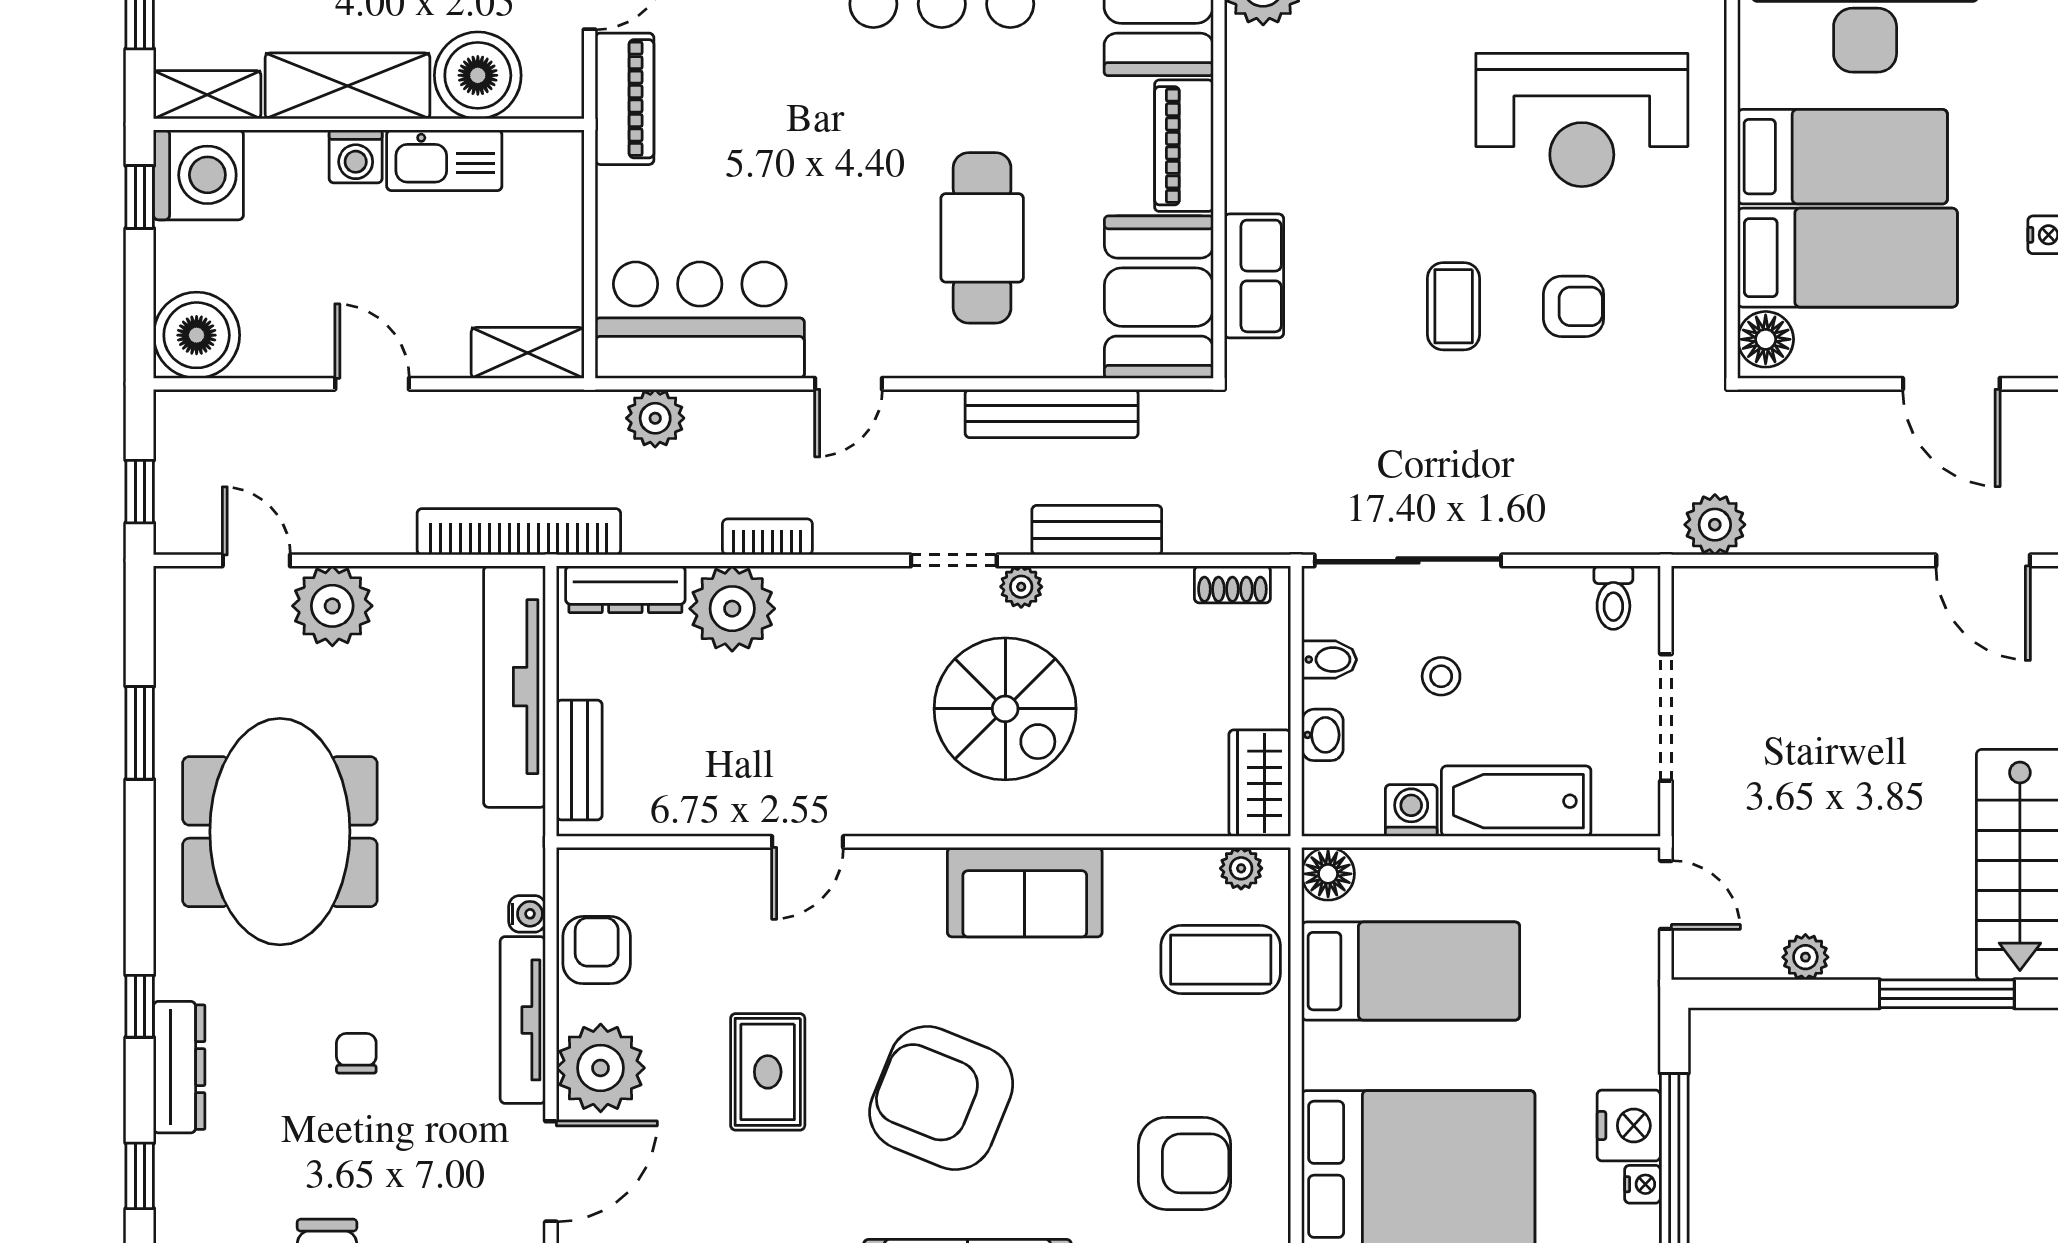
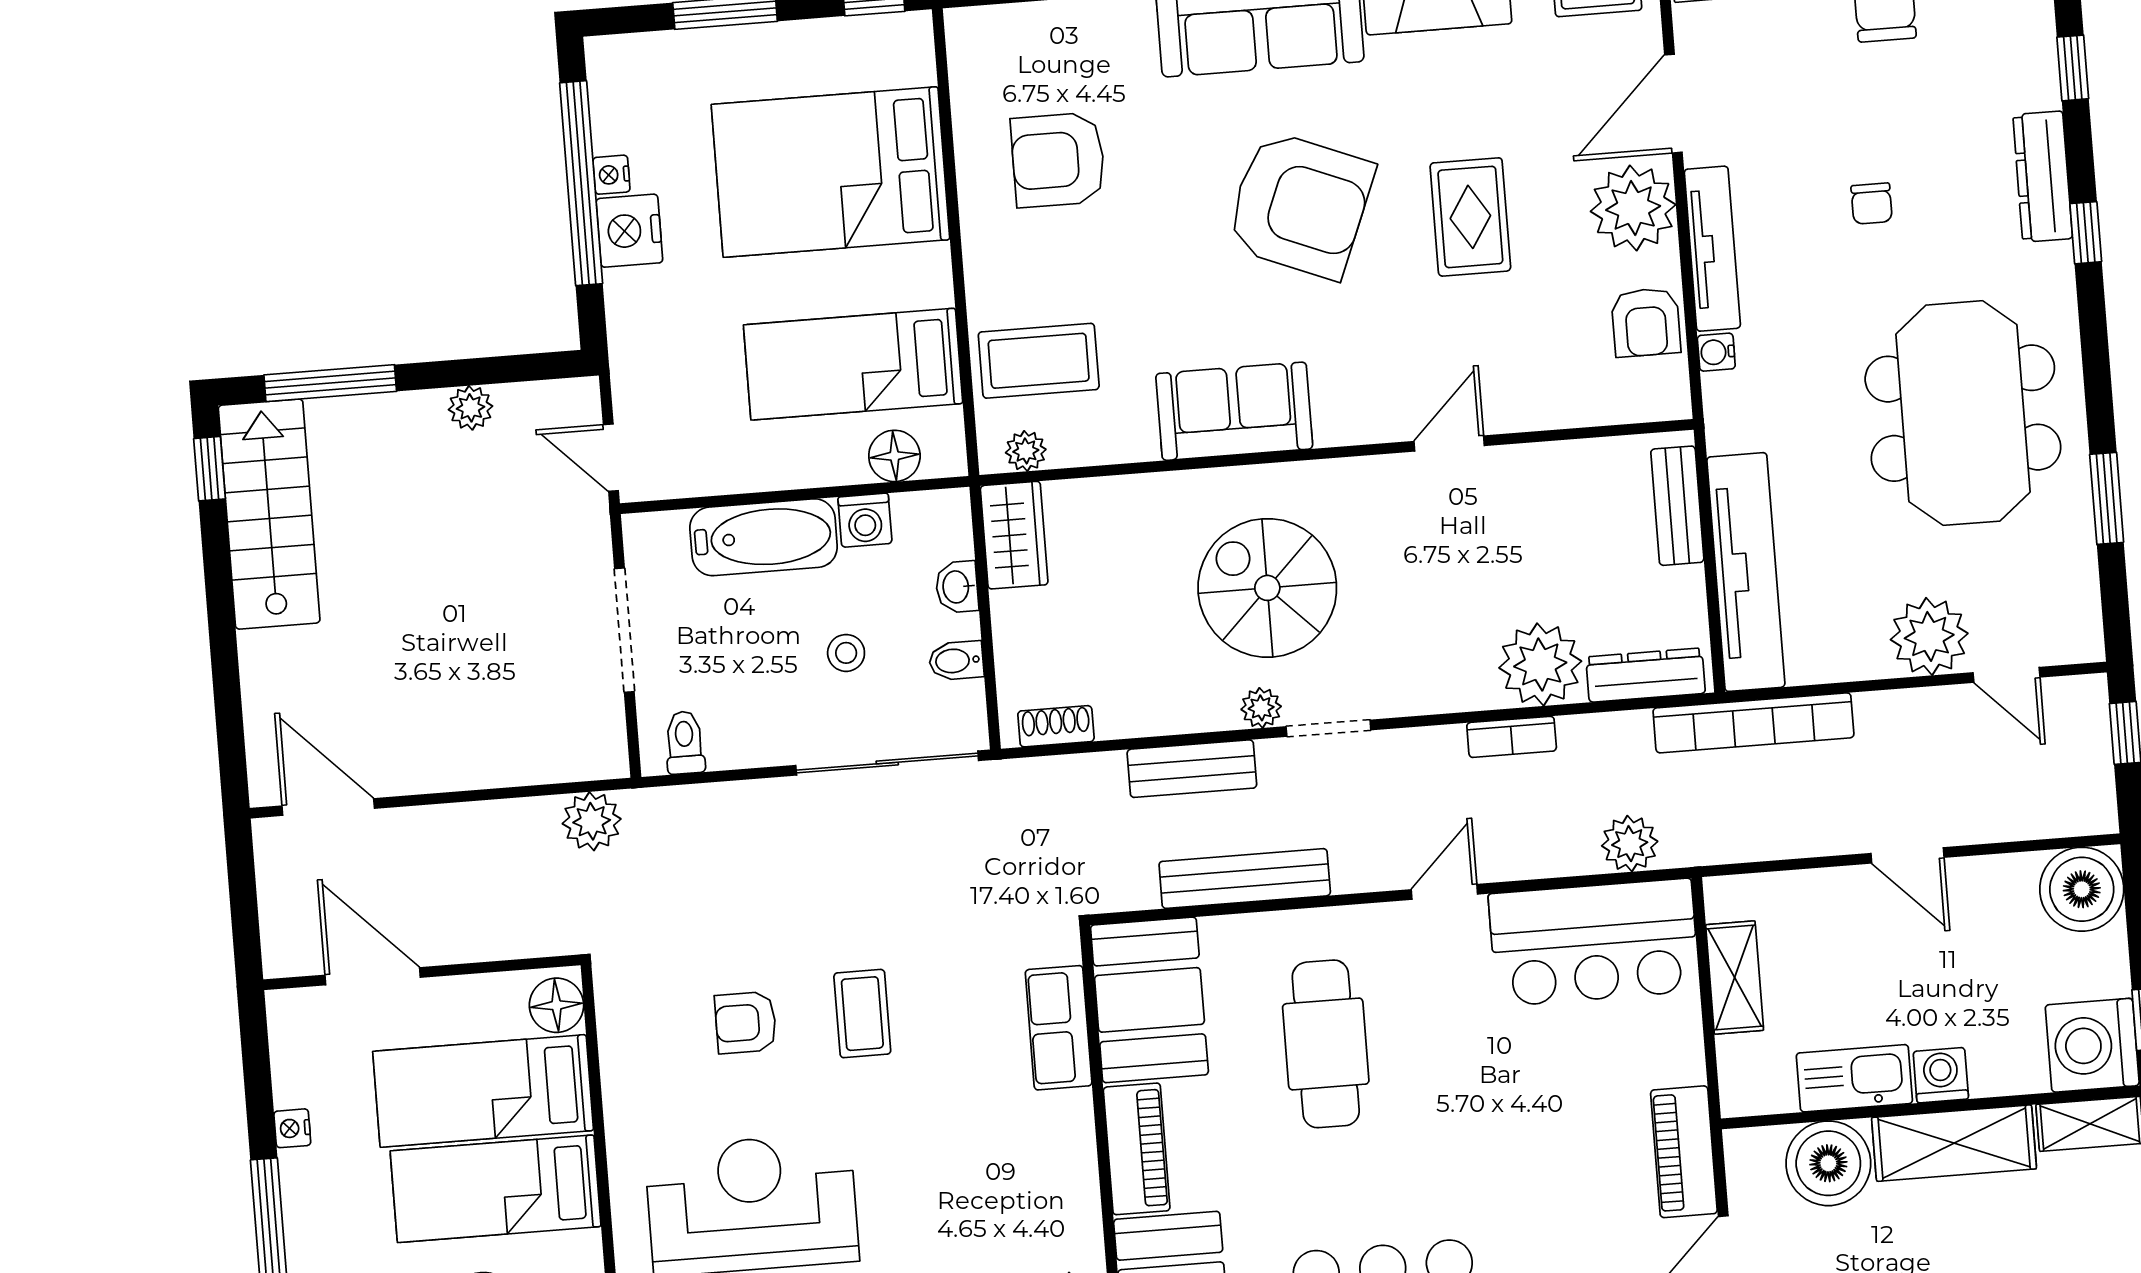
shelving: (528, 353) -> (1735, 977), moved, turned 90
floor lamp: (1328, 874) -> (894, 456), moved

